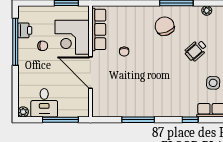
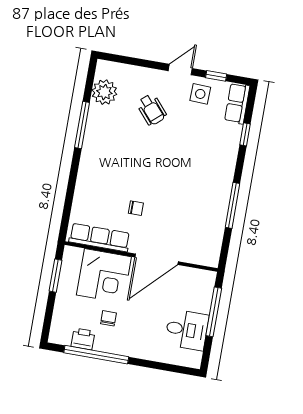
plant: (207, 10) -> (104, 92), width x1.87, depth x1.87
chair: (165, 26) -> (111, 147), removed
plant: (23, 112) -> (194, 361), removed

